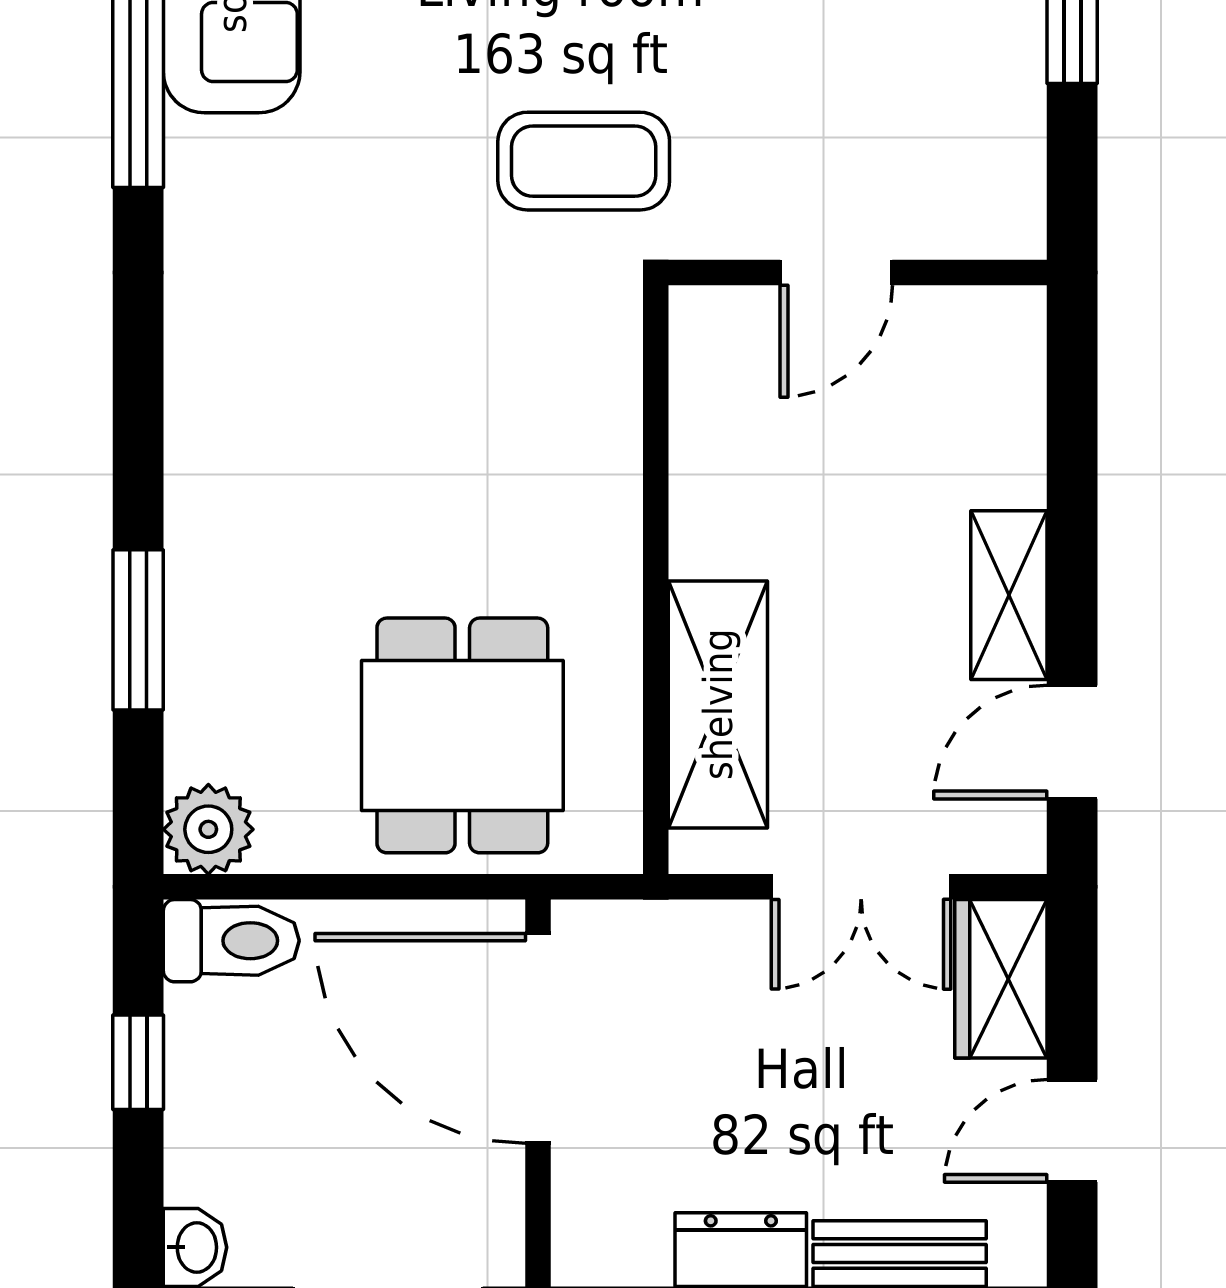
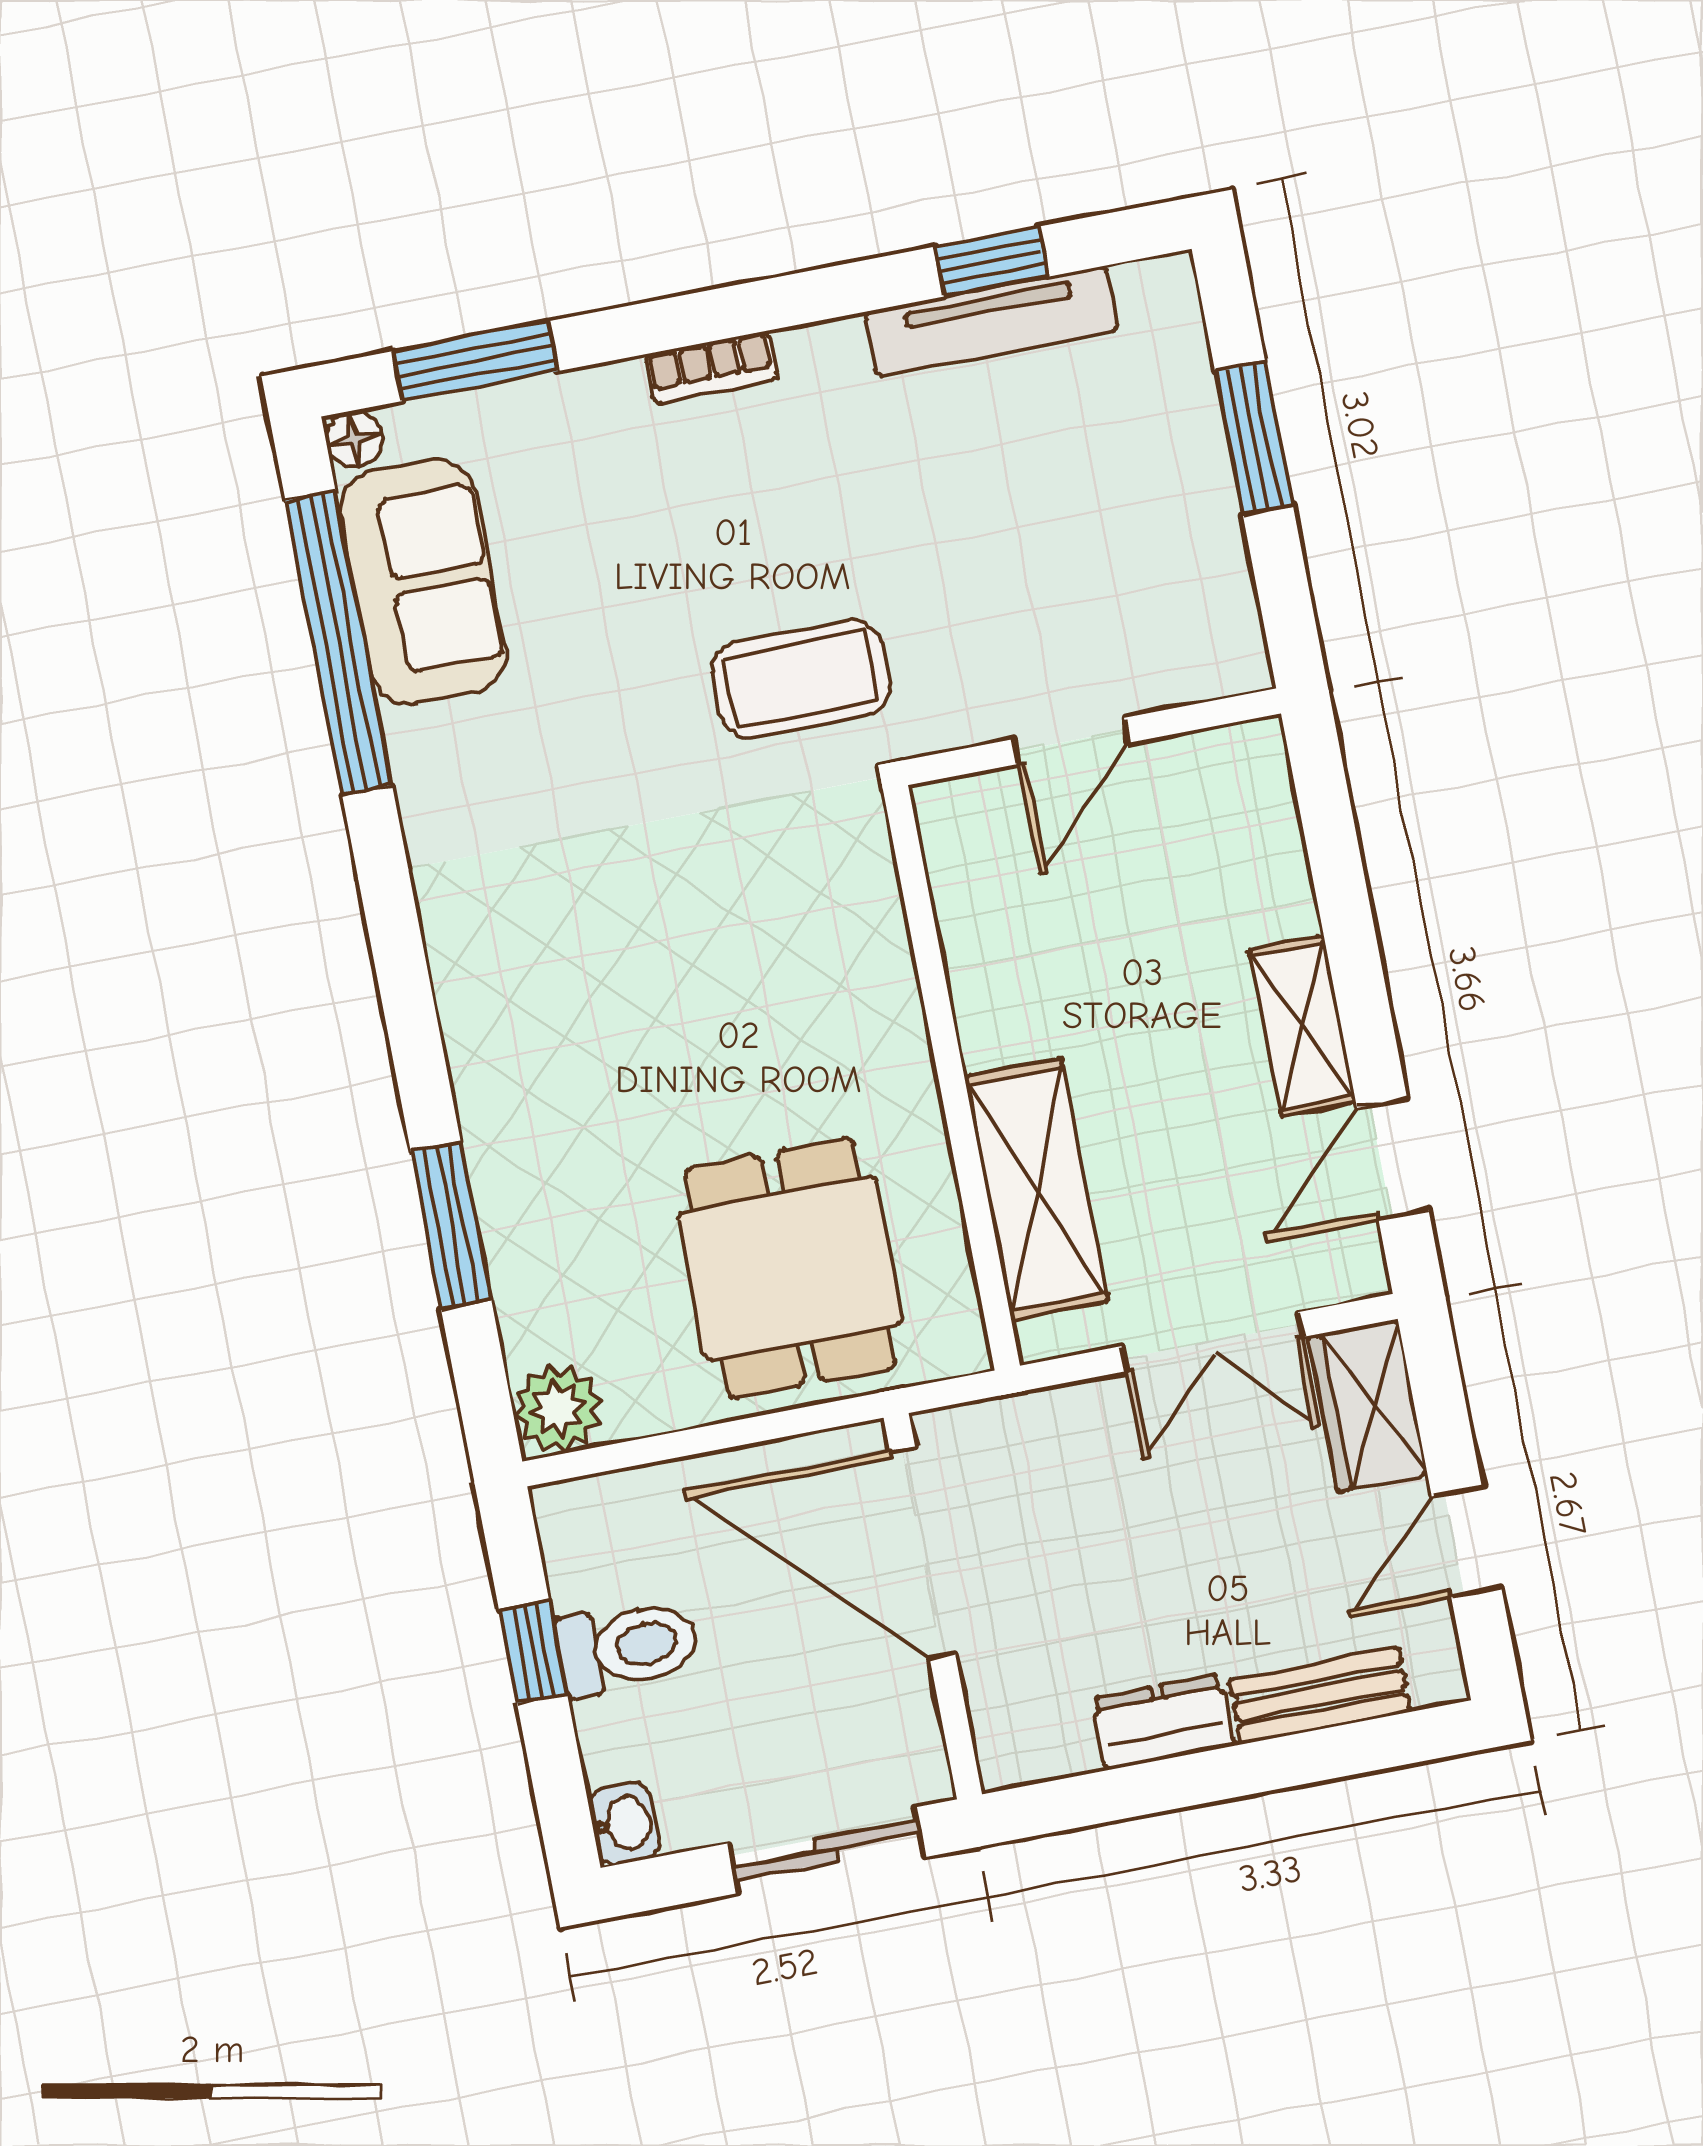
toilet: (231, 941) -> (627, 1647), moved

